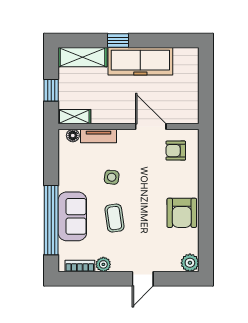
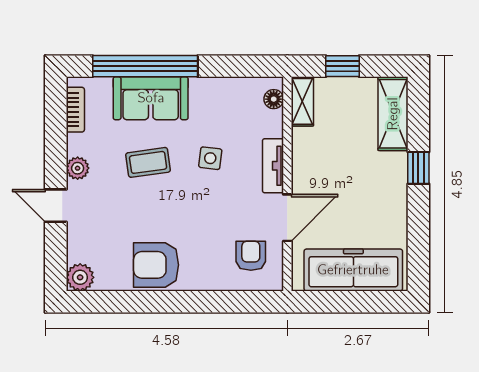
freezer: (140, 61) -> (353, 270), moved, turned 90
tv unit: (98, 136) -> (273, 166), moved
plant: (103, 264) -> (78, 168), moved

